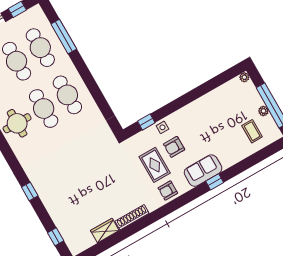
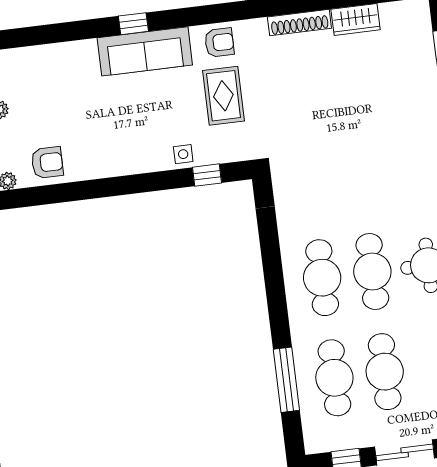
coffee table: (252, 131) -> (33, 83), removed
armchair: (174, 147) -> (47, 163), moved
sofa: (203, 171) -> (145, 51), width x1.36

